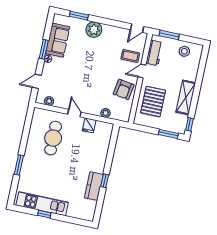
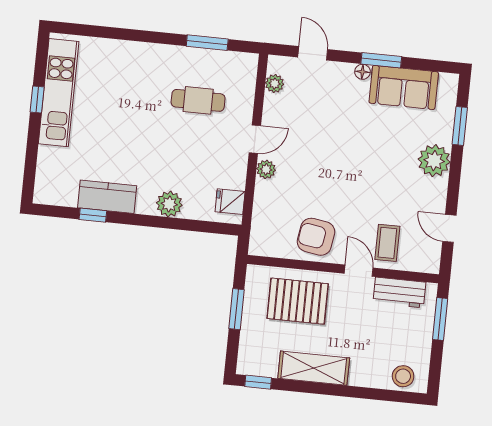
door: (137, 28) -> (449, 228), moved
stool: (184, 51) -> (403, 376), moved
plant: (106, 113) -> (266, 169), moved
fridge: (89, 125) -> (230, 202), moved
window: (168, 134) -> (236, 309), moved
cafe table: (53, 138) -> (198, 100), width x0.73, depth x0.74
plant: (101, 157) -> (169, 204), added
window: (19, 165) -> (207, 43), moved
window: (105, 181) -> (93, 215), moved

